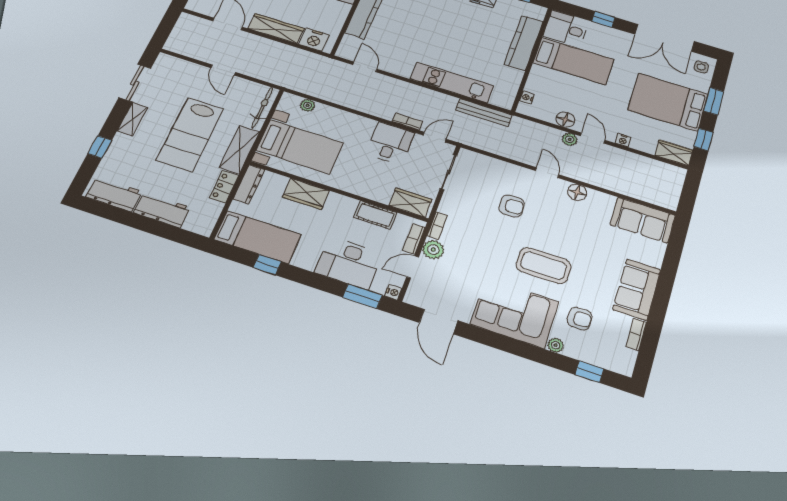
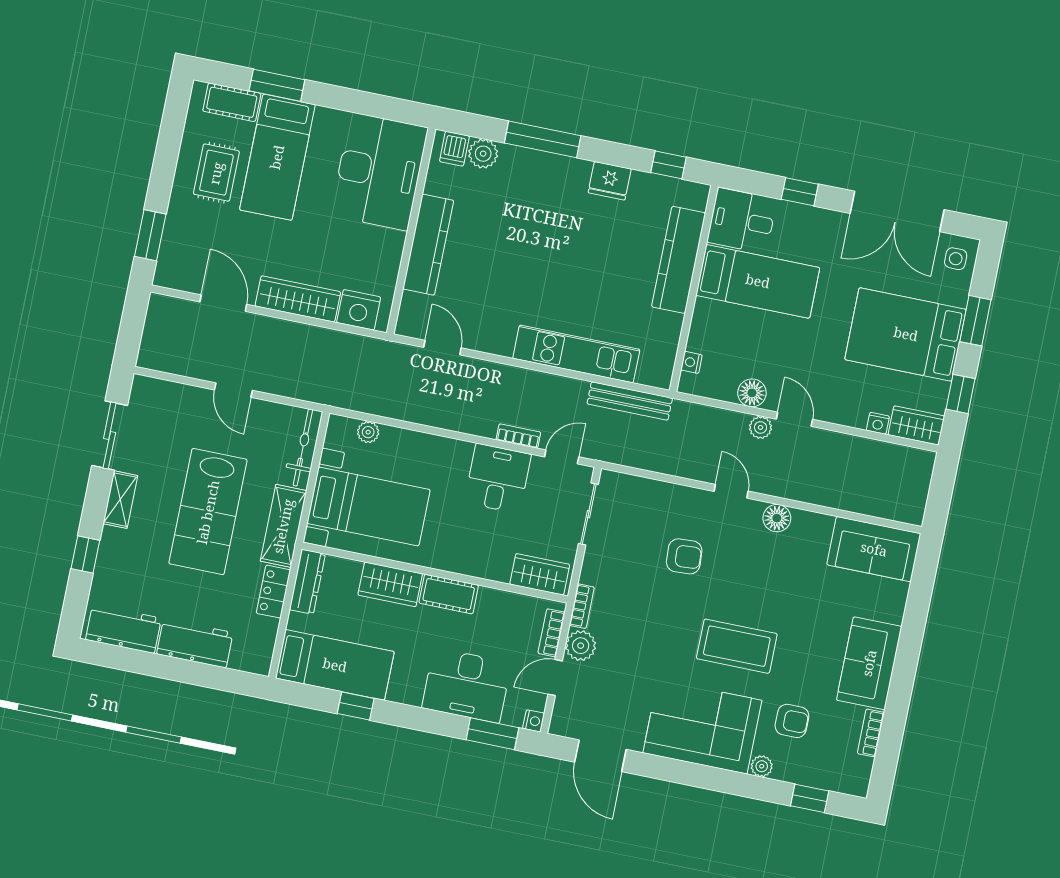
nightstand: (623, 140) -> (878, 423), moved
cot: (375, 215) -> (449, 594), moved

